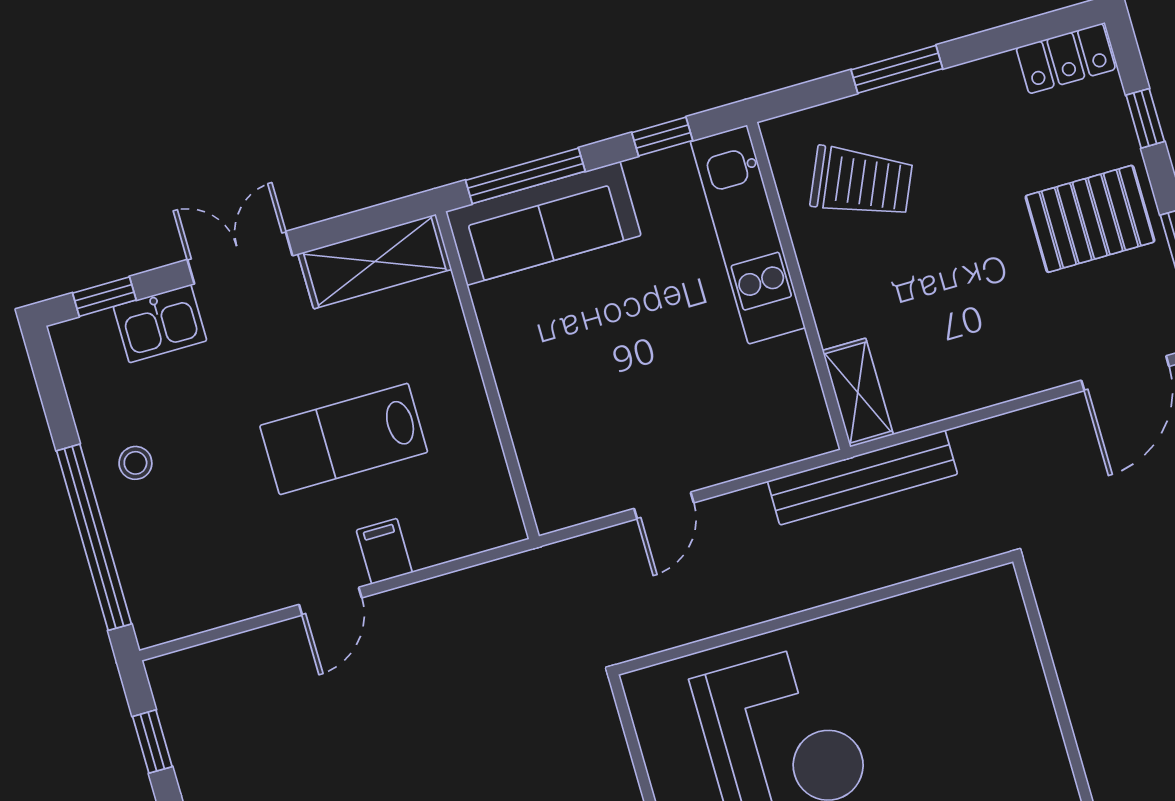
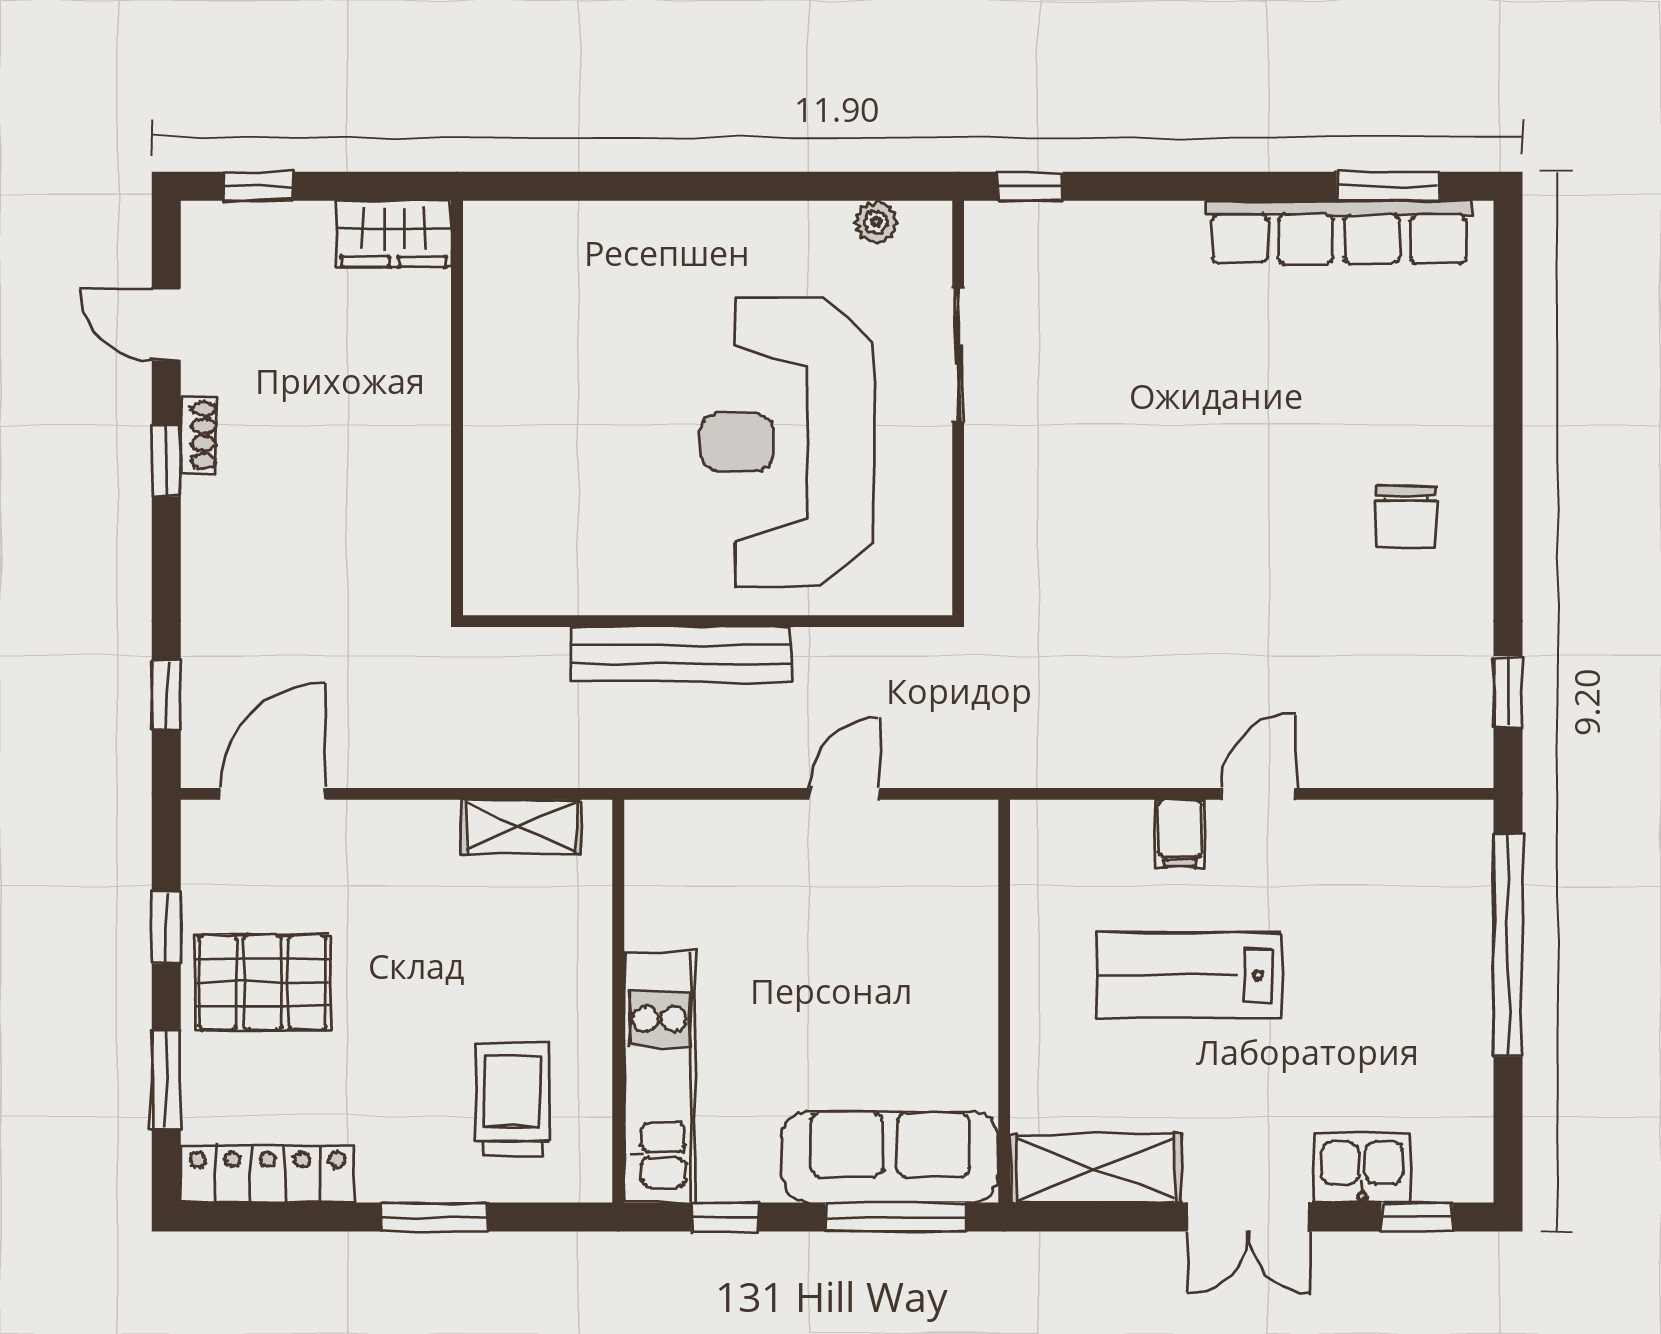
locker: (1066, 58) -> (267, 1174), width x1.53
window: (1145, 118) -> (166, 1079), width x1.50
trolley: (861, 182) -> (512, 1100), turned 66
shelving: (858, 393) -> (521, 827), moved, turned 90
lab bench: (344, 439) -> (1190, 975), turned 180
stool: (135, 463) -> (1436, 1016), removed
bench: (862, 478) -> (681, 654), moved

